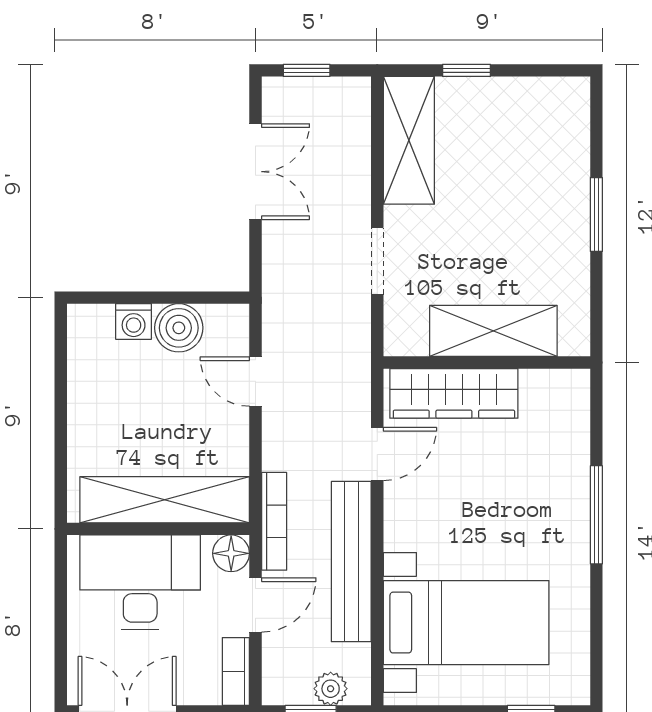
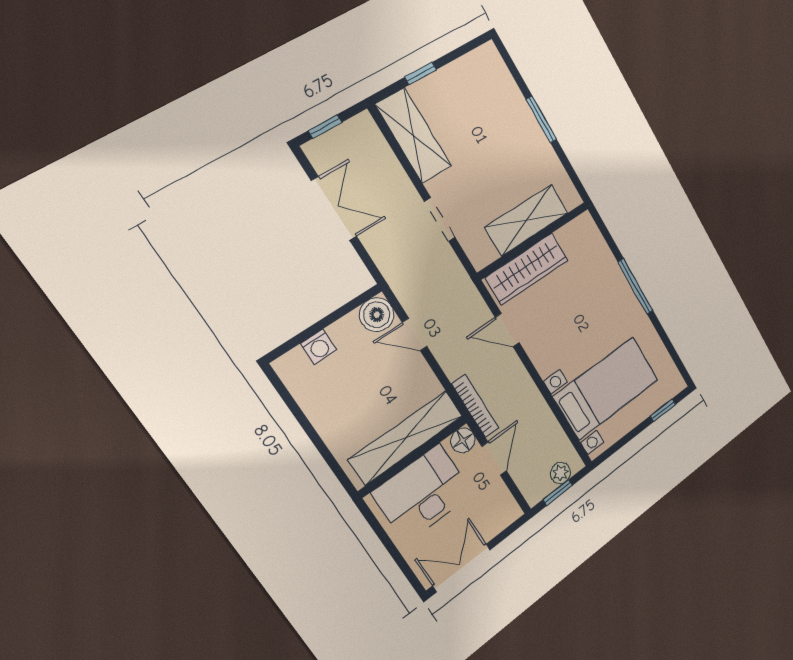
boiler: (179, 328) -> (377, 315), moved
door: (377, 454) -> (507, 330), swing flipped
bench: (351, 562) -> (530, 398), removed
bookcase: (236, 671) -> (506, 502), removed

